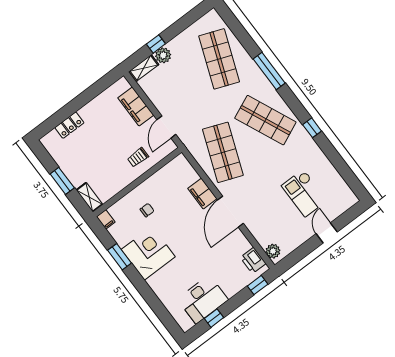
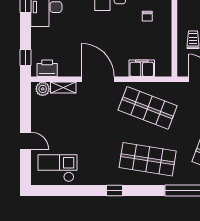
shop shelf: (265, 120) -> (148, 159), turned 33
checkout: (304, 193) -> (58, 168), moved
filing cabinet: (202, 194) -> (142, 68), moved
shelving: (259, 235) -> (63, 88), added

